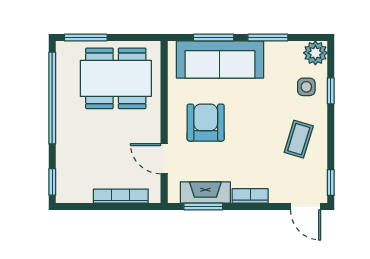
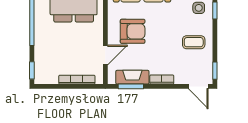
armchair: (206, 123) -> (133, 31), turned 90
coffee table: (299, 139) -> (194, 42), turned 73
door: (164, 159) -> (105, 55), swing flipped

